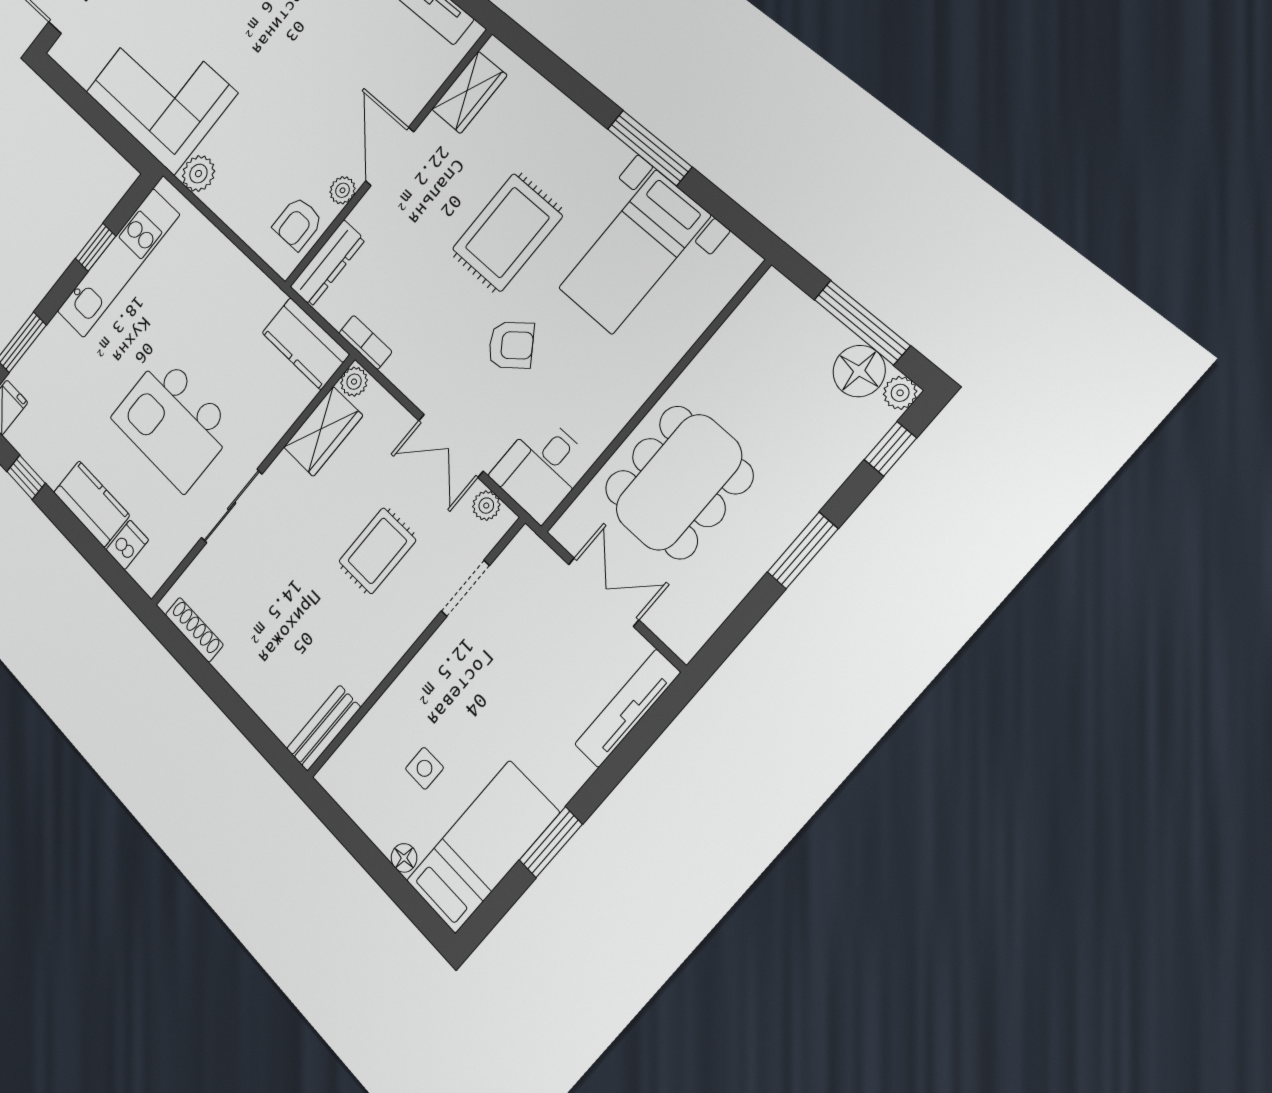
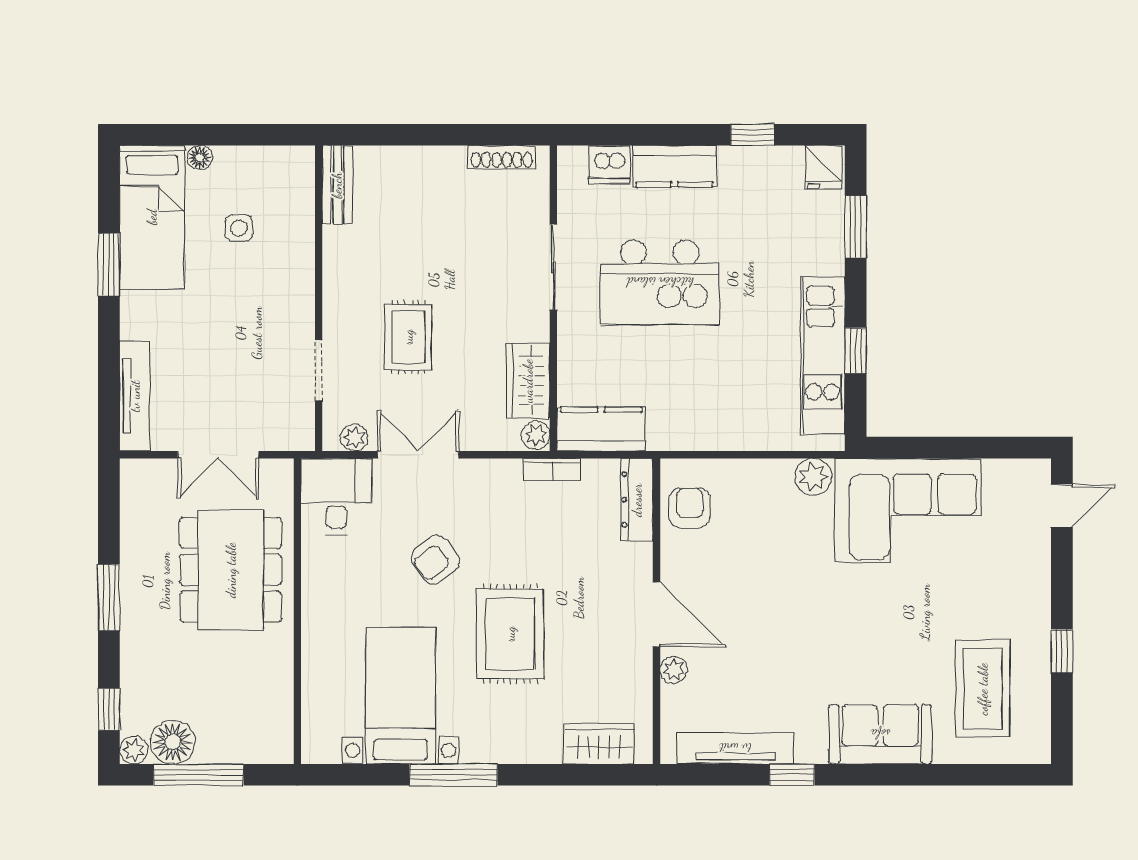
wardrobe: (469, 92) -> (599, 744), moved, turned 90
plant: (343, 190) -> (674, 670), moved
kitchen island: (173, 423) -> (660, 282), turned 180
dishwasher: (127, 545) -> (609, 165), width x1.38

